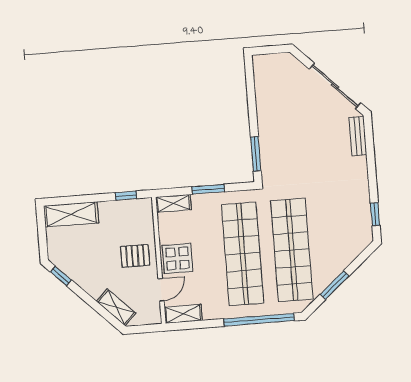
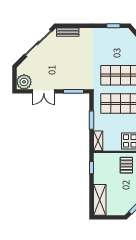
plant: (266, 67) -> (24, 82), added
double door: (252, 102) -> (44, 91), added

